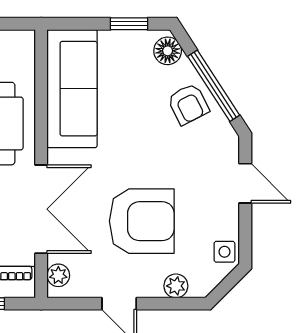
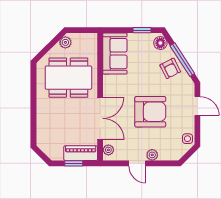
sofa: (72, 89) -> (115, 54), width x0.73
armchair: (142, 221) -> (150, 112), moved
plant: (176, 286) -> (152, 155), moved

